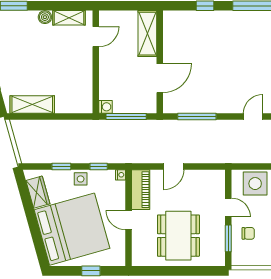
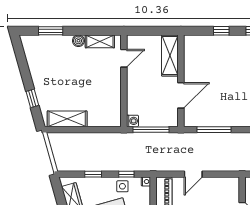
side table: (81, 179) -> (122, 186), moved

